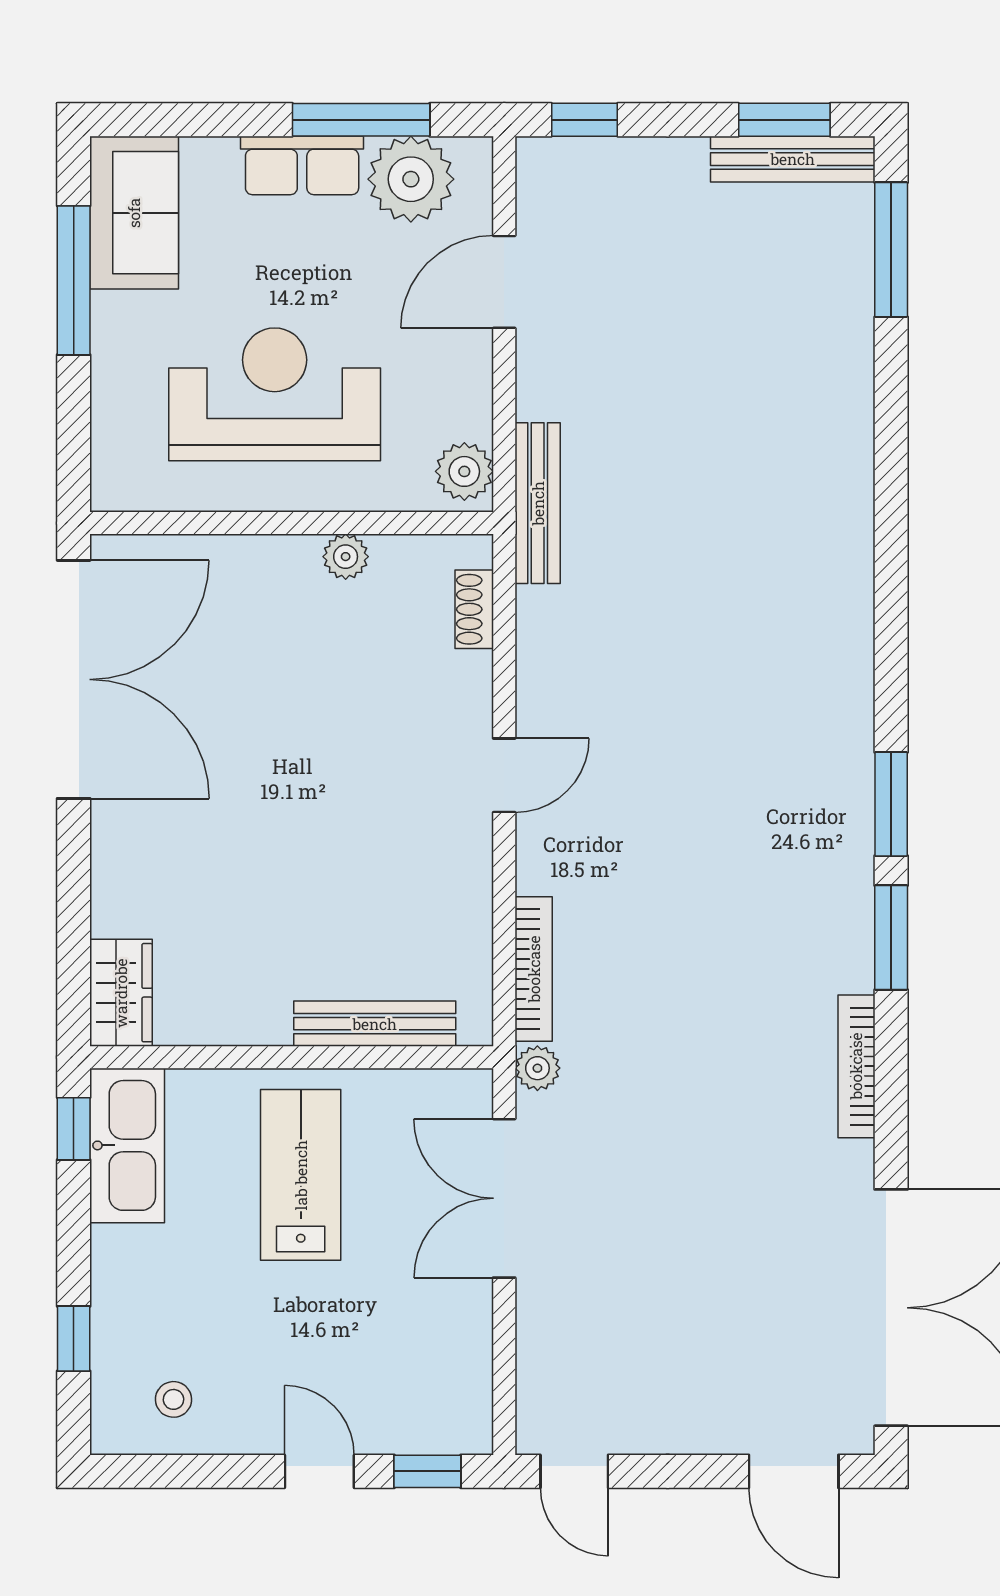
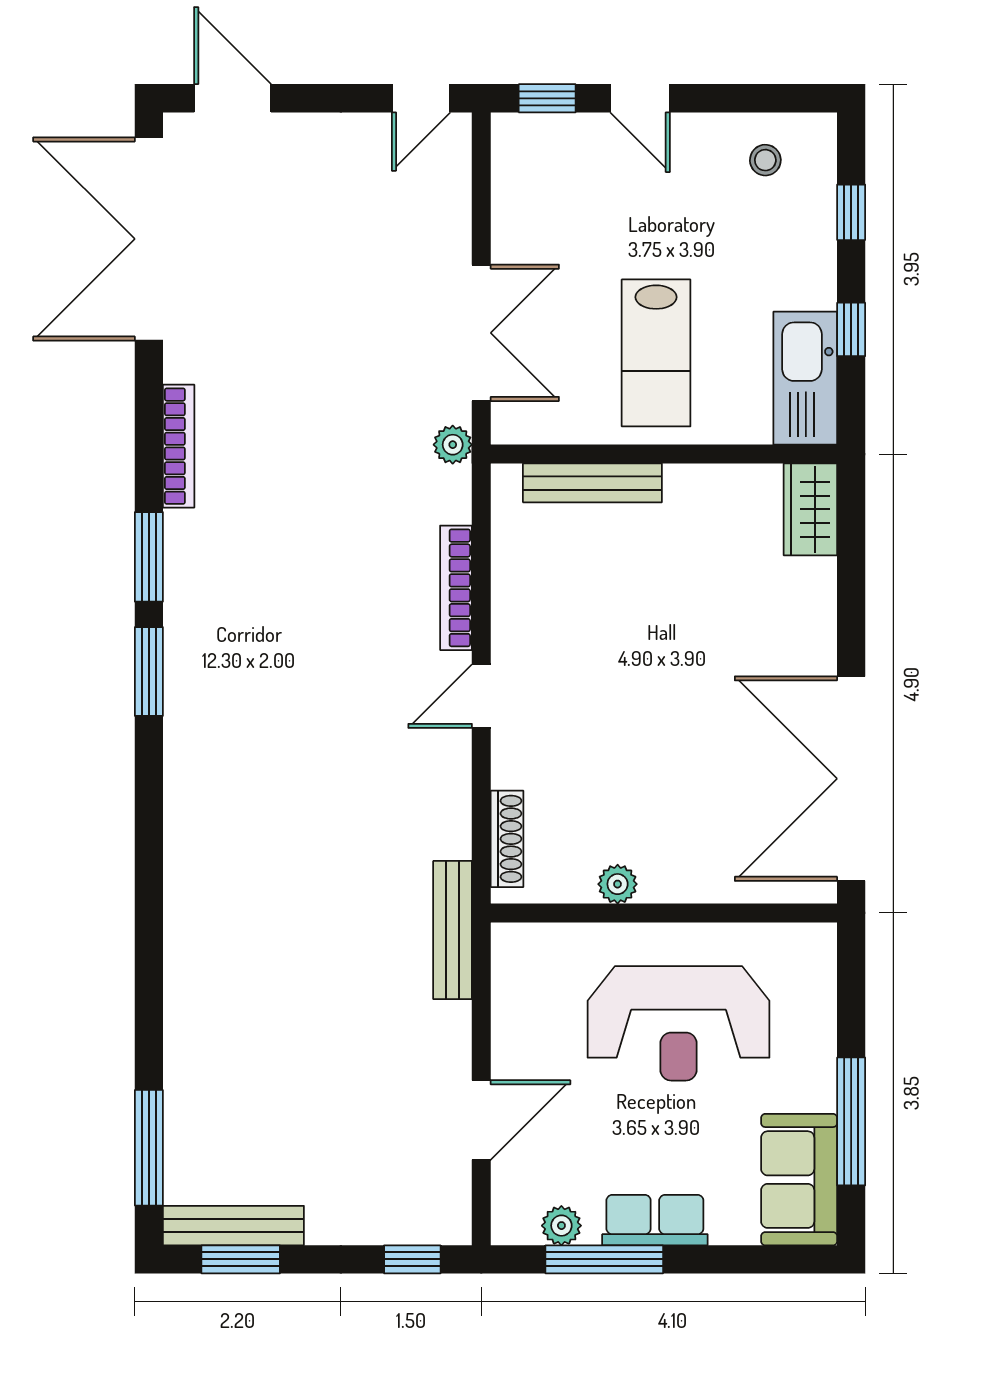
plant: (411, 179) -> (561, 1226), width x0.53, depth x0.53
plant: (464, 471) -> (516, 957), removed
shoe rack: (474, 609) -> (507, 839), width x1.43
bookcase: (534, 969) -> (456, 588), moved
window: (74, 1129) -> (851, 329), moved
door: (574, 1471) -> (421, 98), swing flipped

